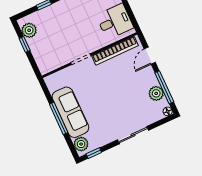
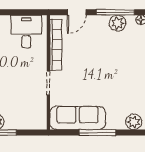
door: (150, 56) -> (77, 12), hinge flipped
sofa: (70, 112) -> (78, 118), moved

